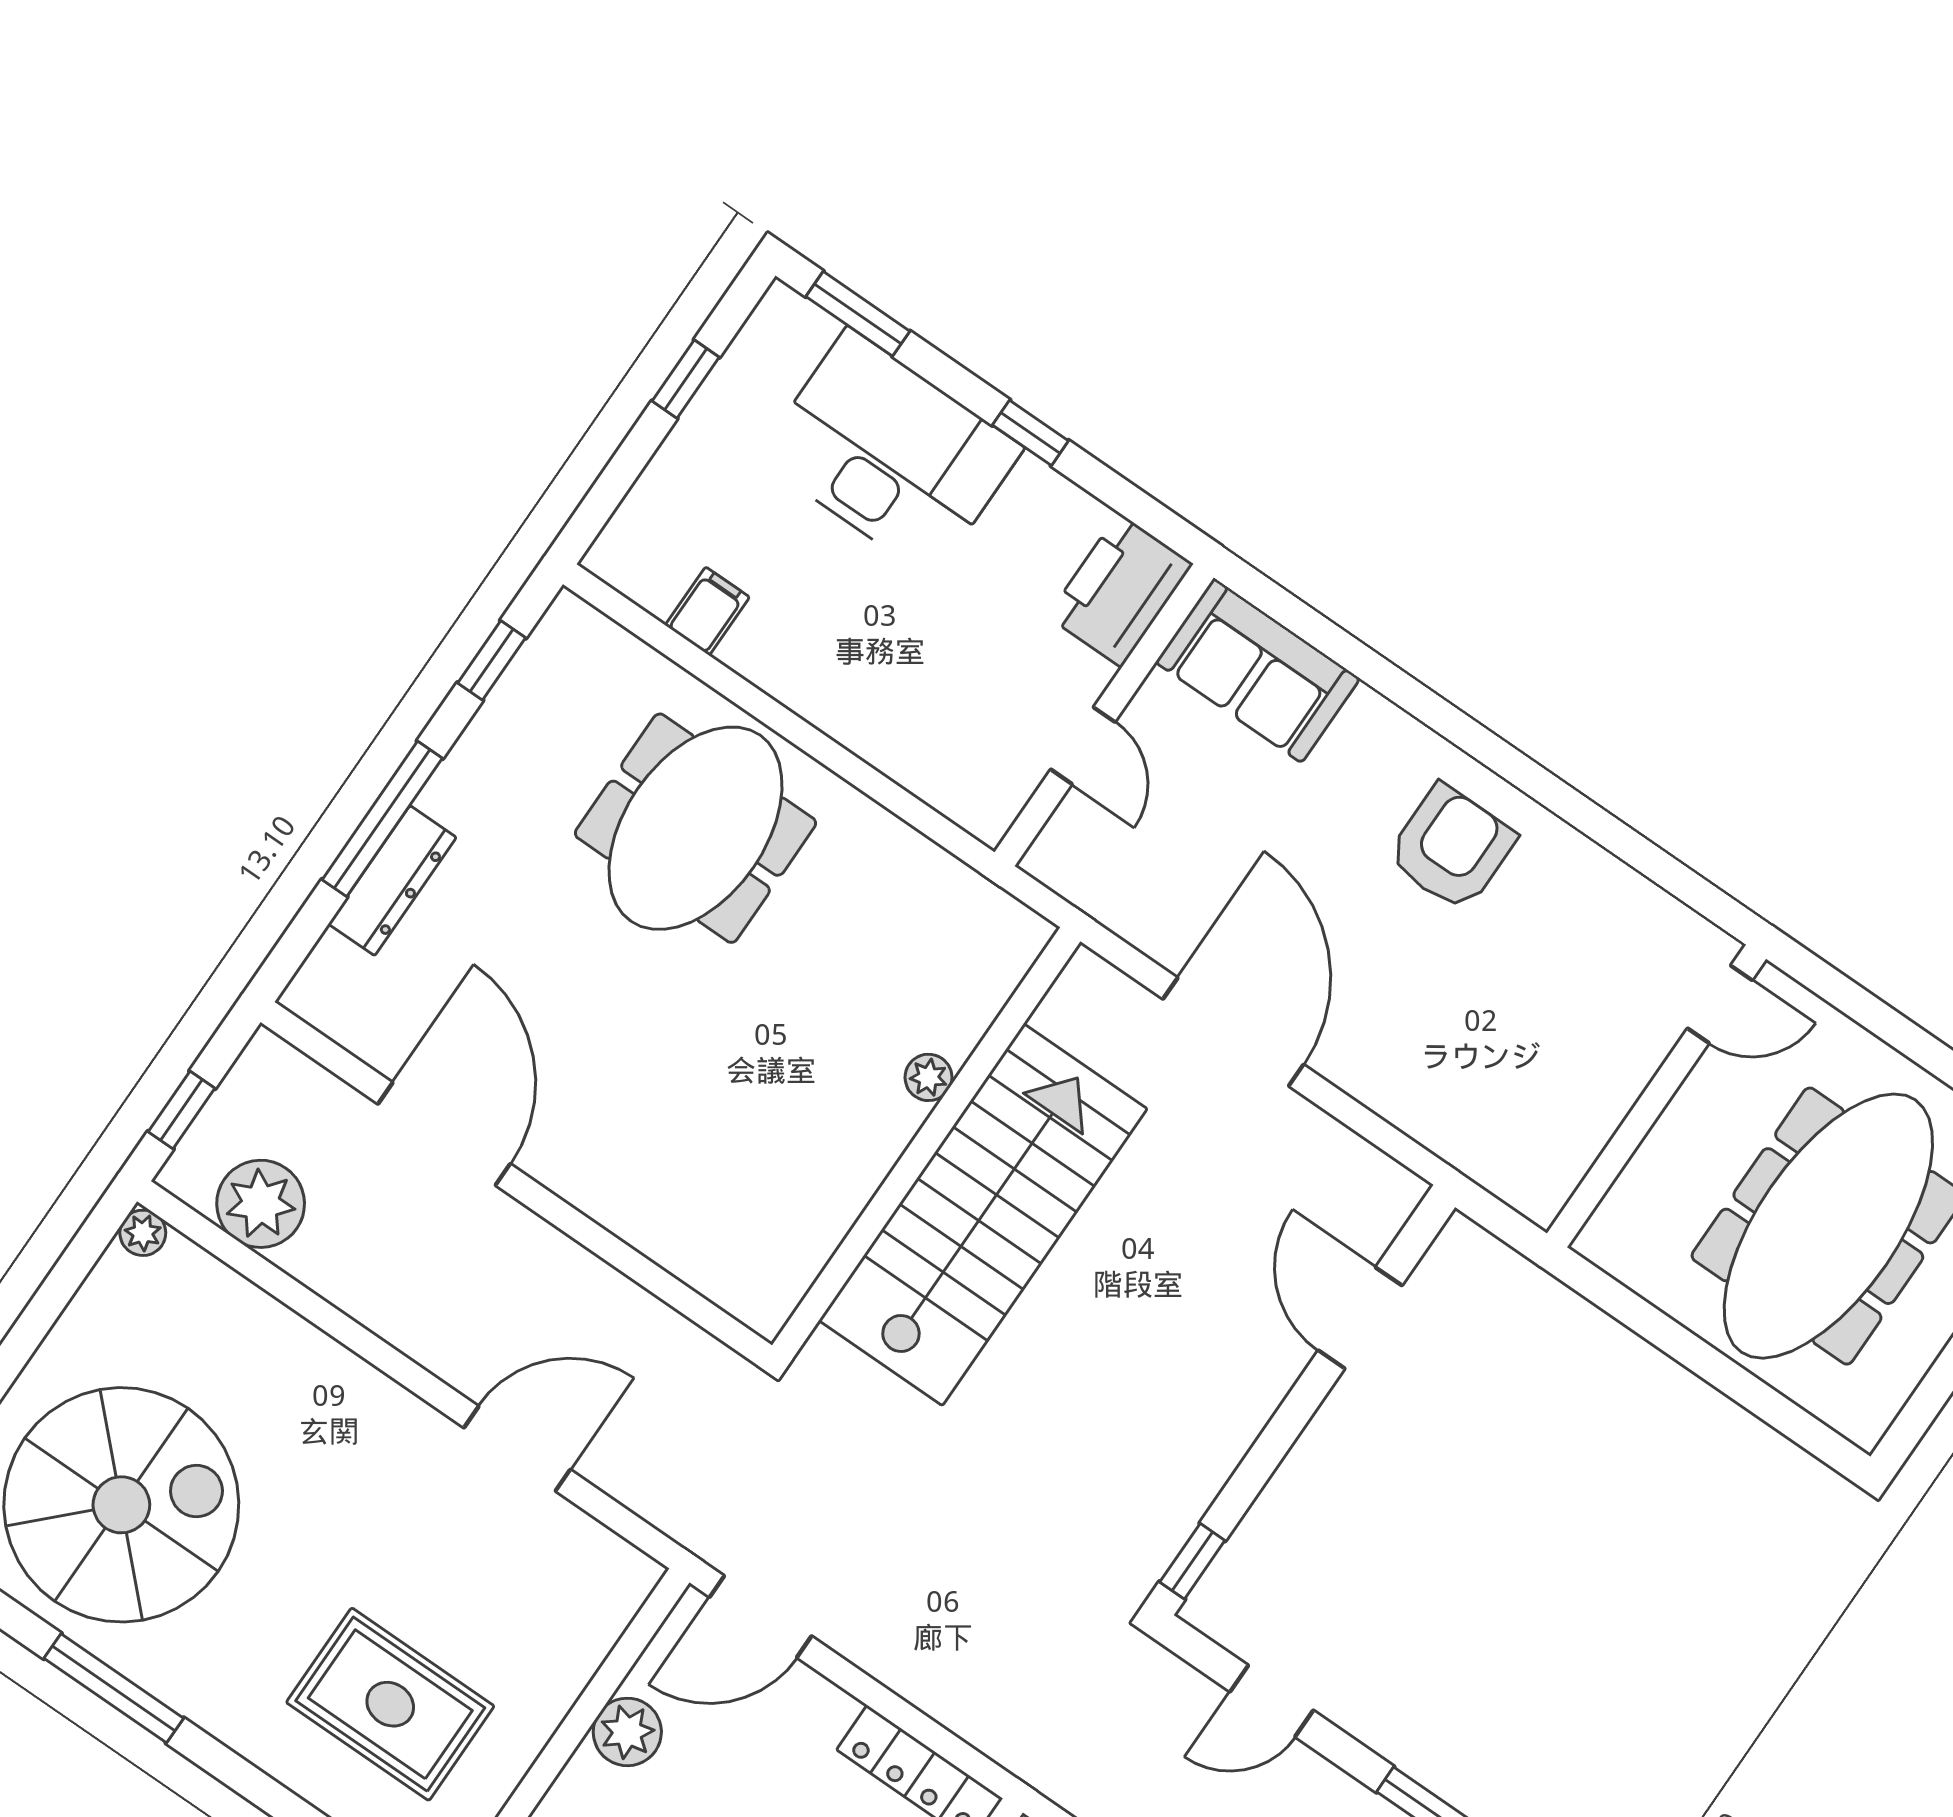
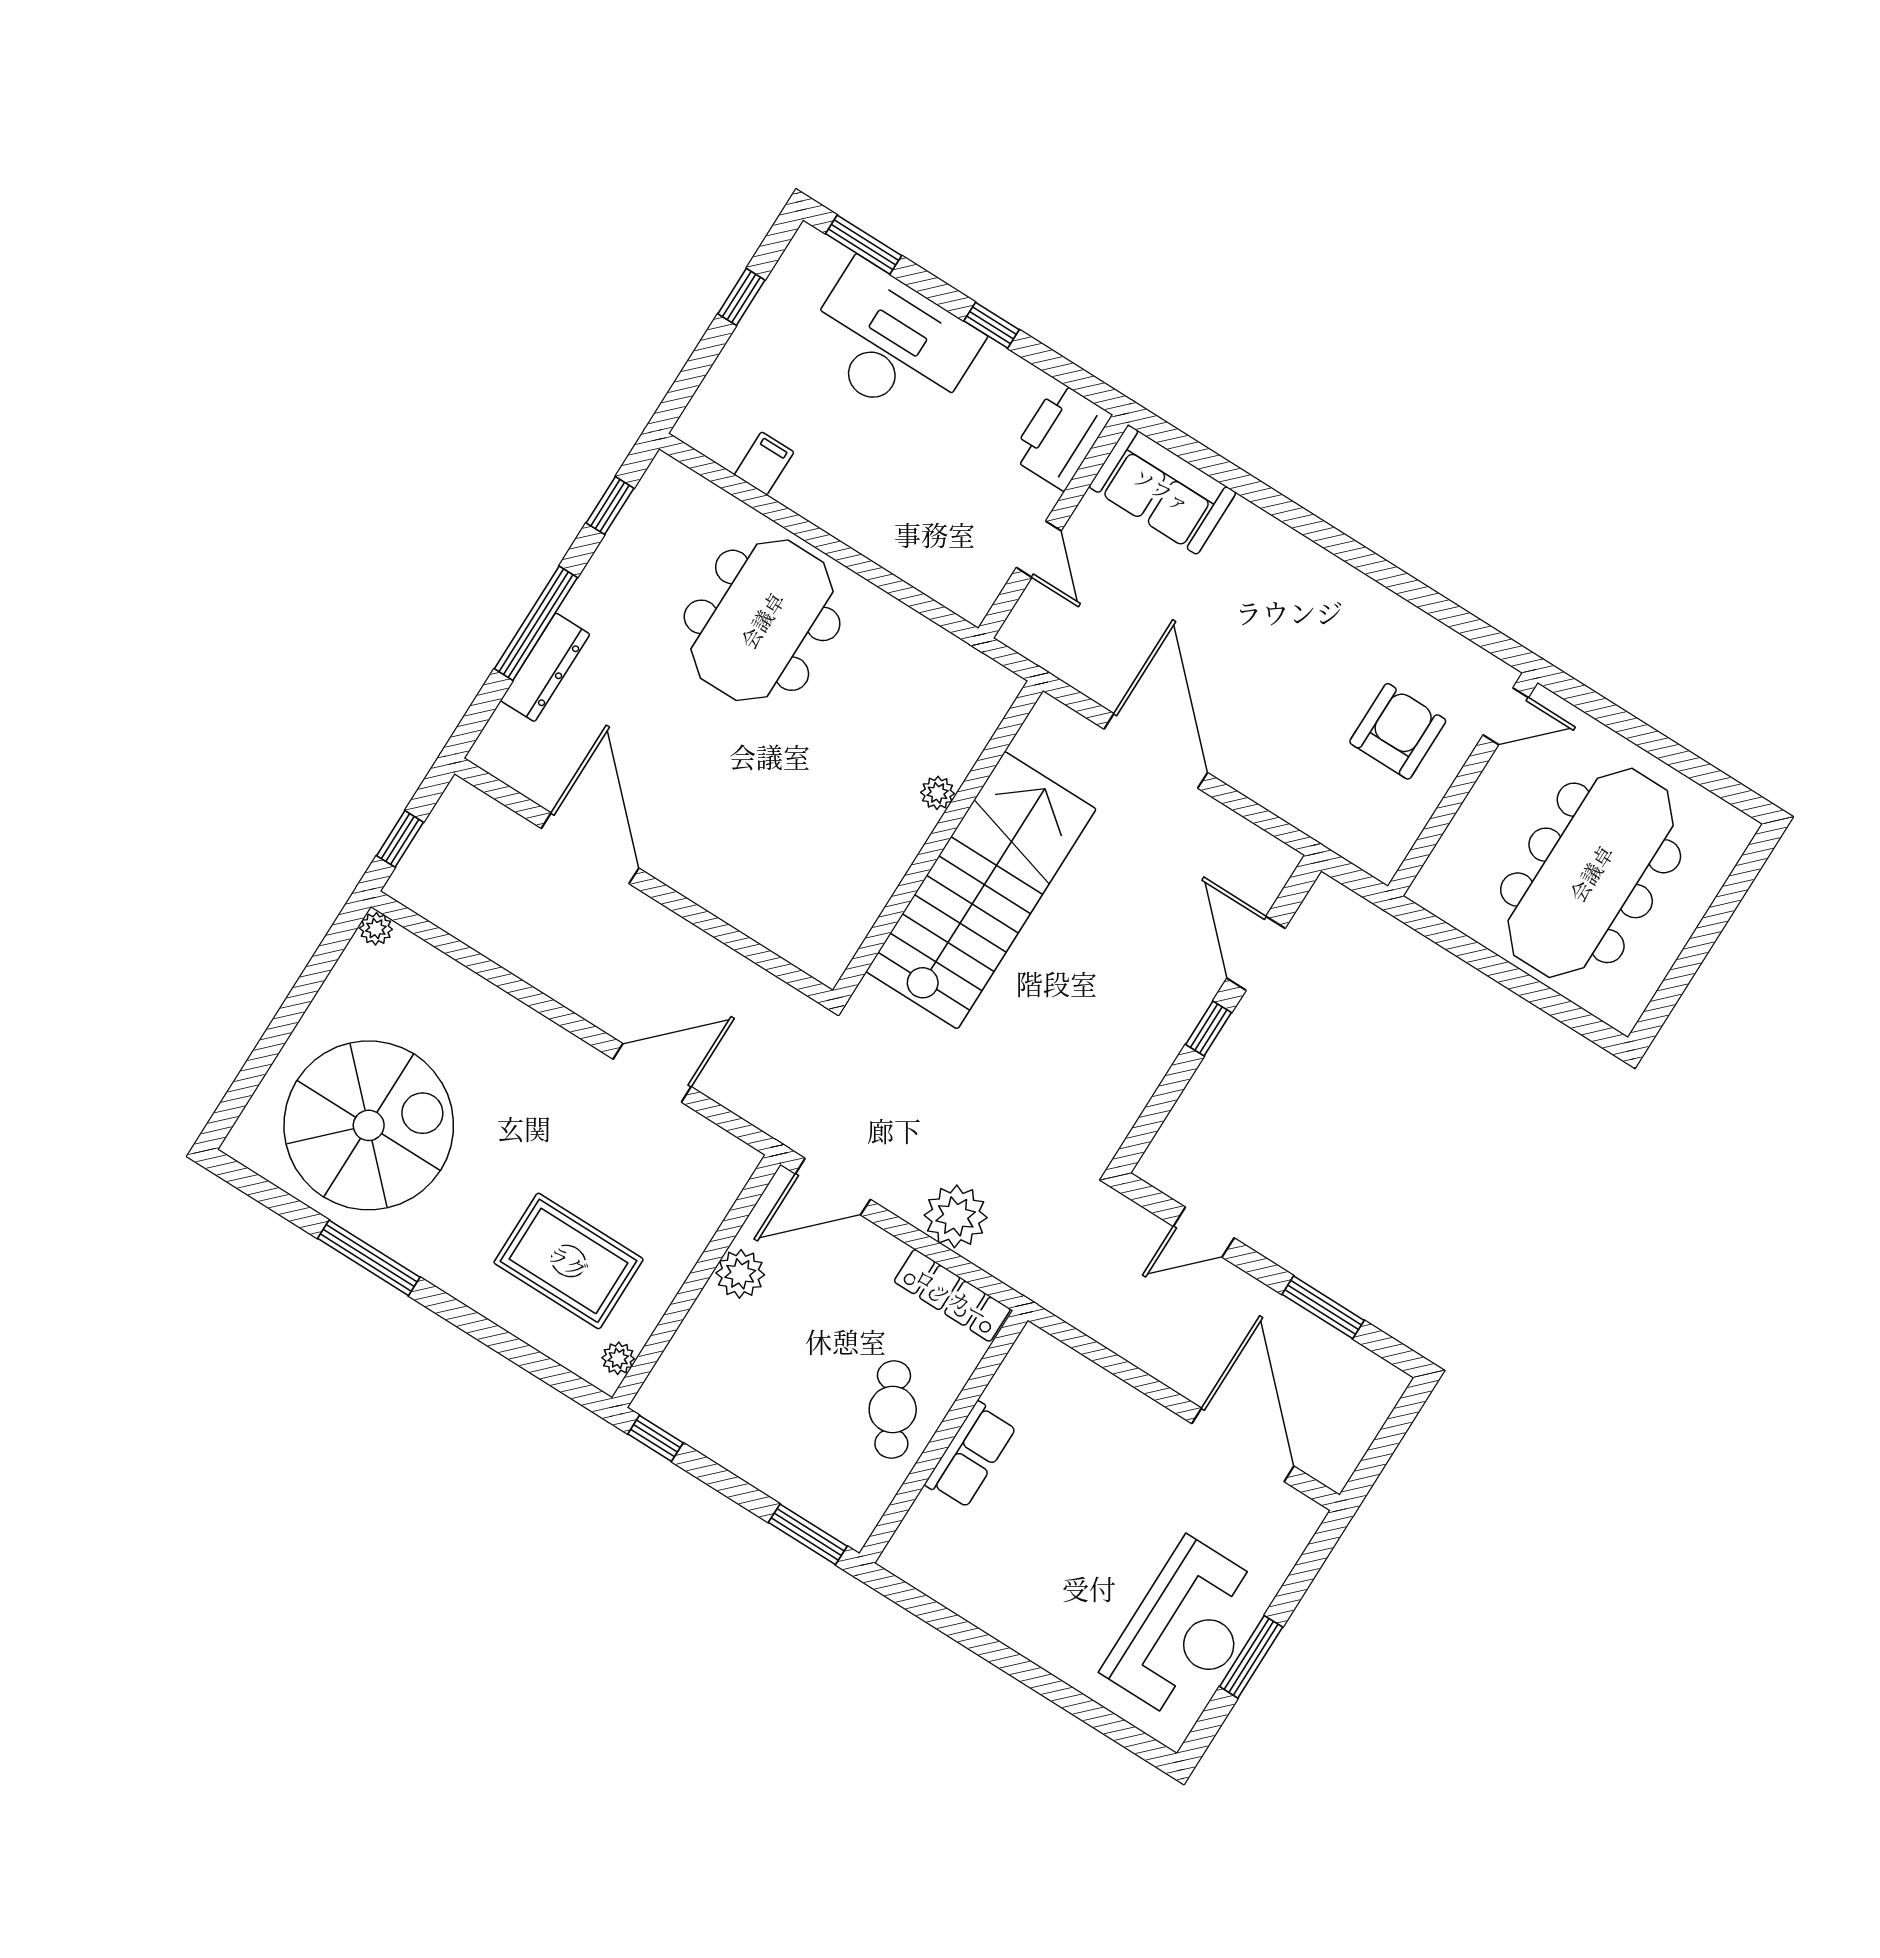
armchair: (1451, 848) -> (1398, 731), moved
plant: (261, 1204) -> (956, 1216), moved
window: (1192, 1561) -> (1209, 1029), moved

